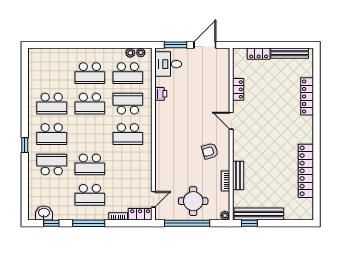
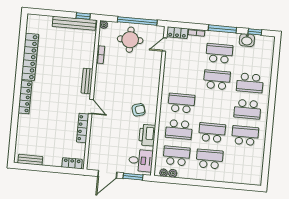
bench: (290, 53) -> (30, 160), width x0.73
locker: (259, 54) -> (72, 163), moved
locker: (238, 89) -> (83, 128), width x1.53
printer: (161, 94) -> (147, 135), width x1.87, depth x1.48
locker: (307, 96) -> (25, 97), moved
school desk: (52, 134) -> (247, 109), turned 180
window: (25, 145) -> (272, 102), removed
armchair: (210, 151) -> (139, 110), moved
bench: (238, 175) -> (87, 81), moved
washbasin: (44, 213) -> (247, 40), moved

